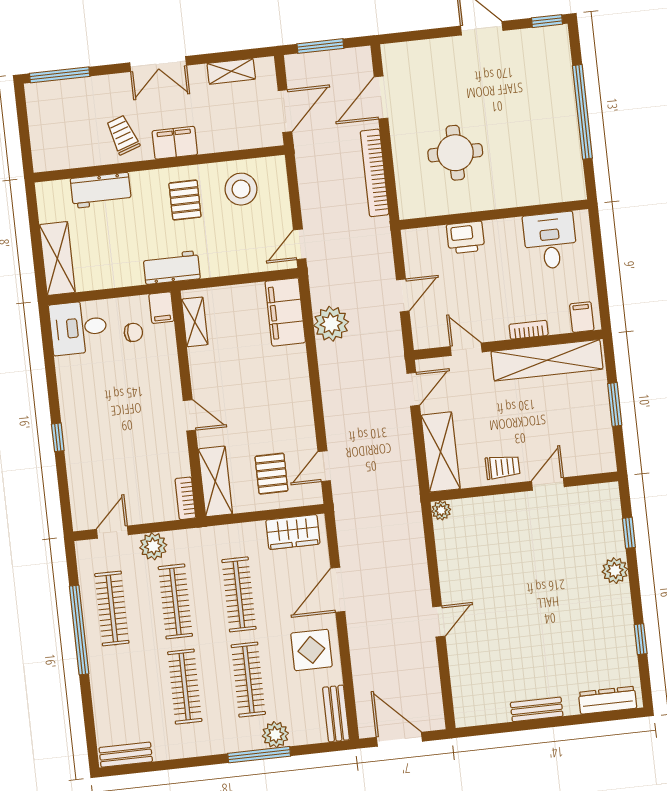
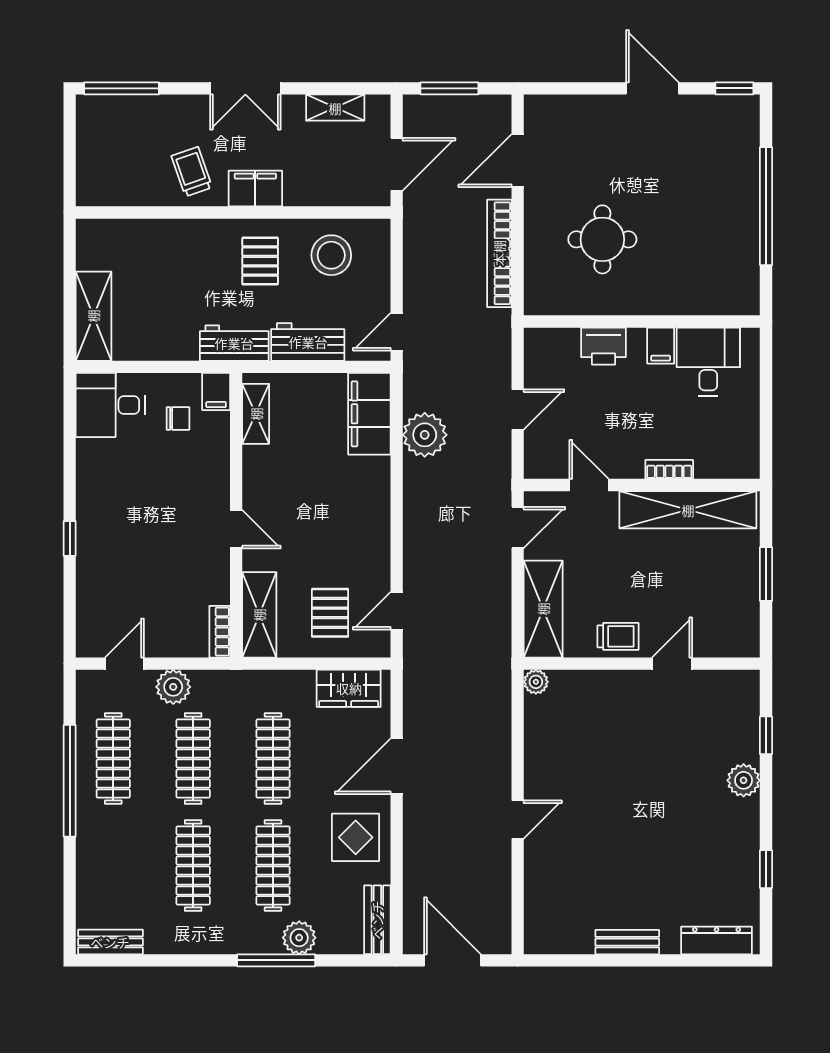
workbench: (101, 190) -> (308, 342), moved, turned 180
filing cabinet: (582, 317) -> (661, 346), moved, turned 180

